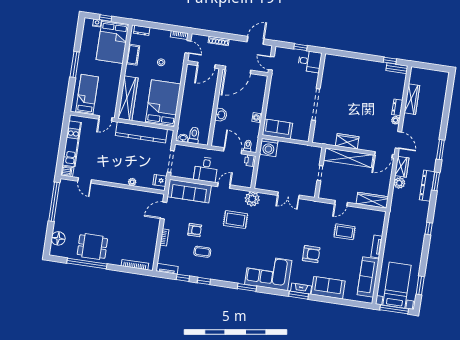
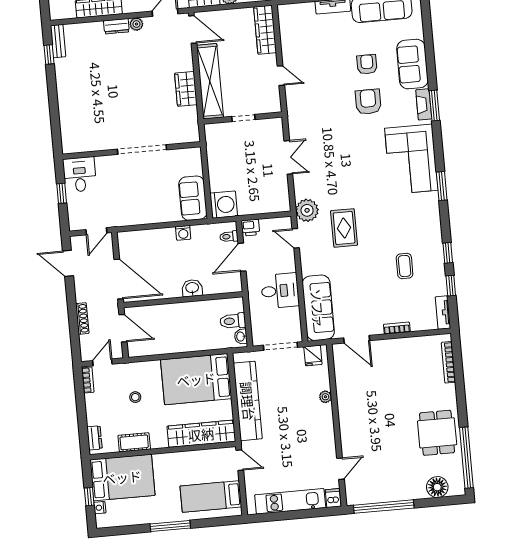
door: (224, 186) -> (296, 238), moved
armchair: (195, 230) -> (367, 64), moved
rug: (345, 232) -> (323, 60), removed
window: (87, 263) -> (466, 458), moved

